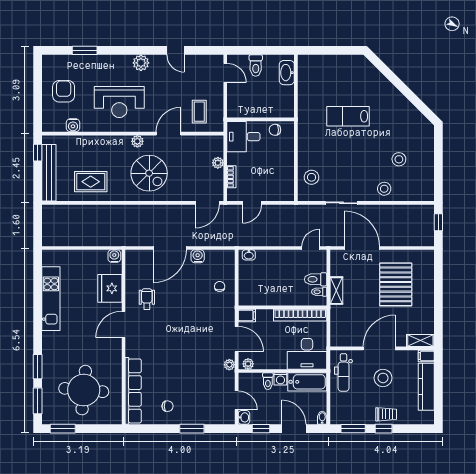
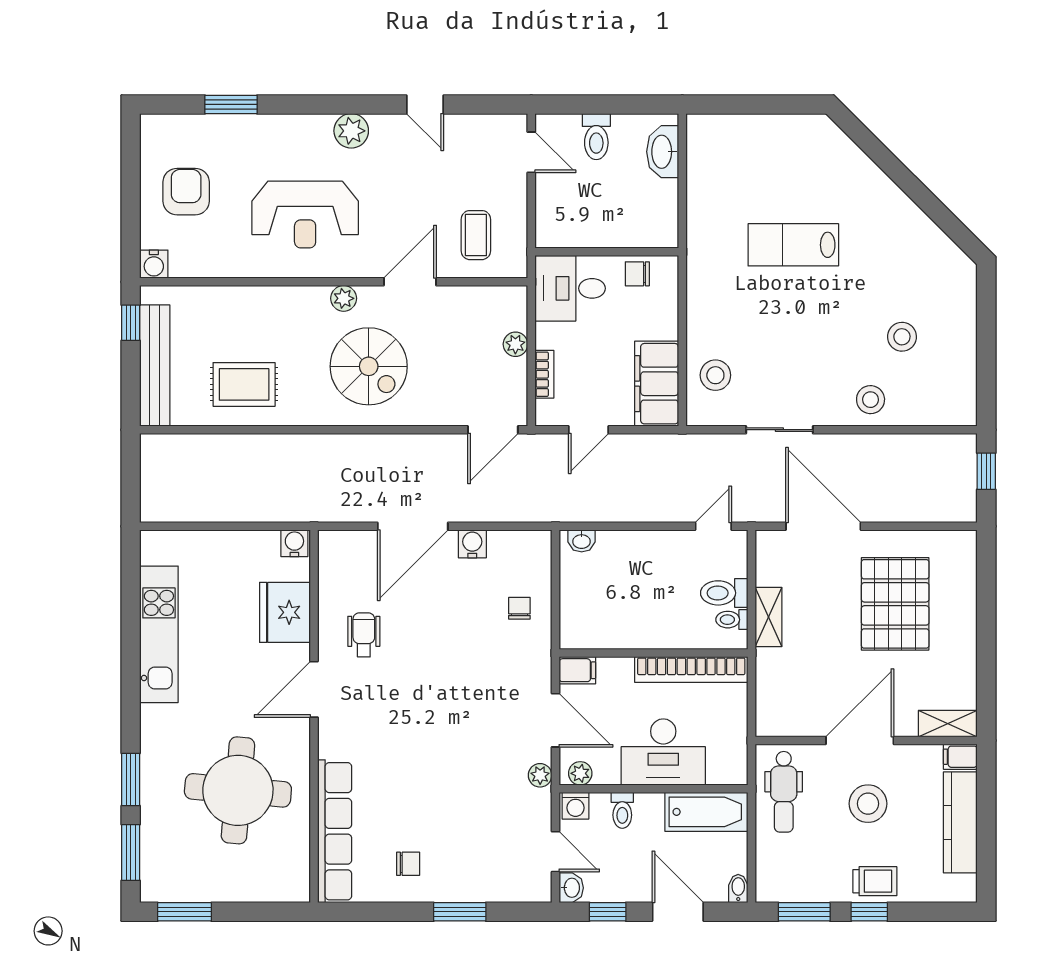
water cooler: (73, 125) -> (154, 264), moved
filing cabinet: (284, 181) -> (657, 384), added
desk: (307, 354) -> (663, 752), moved
washing machine: (280, 379) -> (575, 806), moved
round table: (84, 390) -> (238, 790), moved

